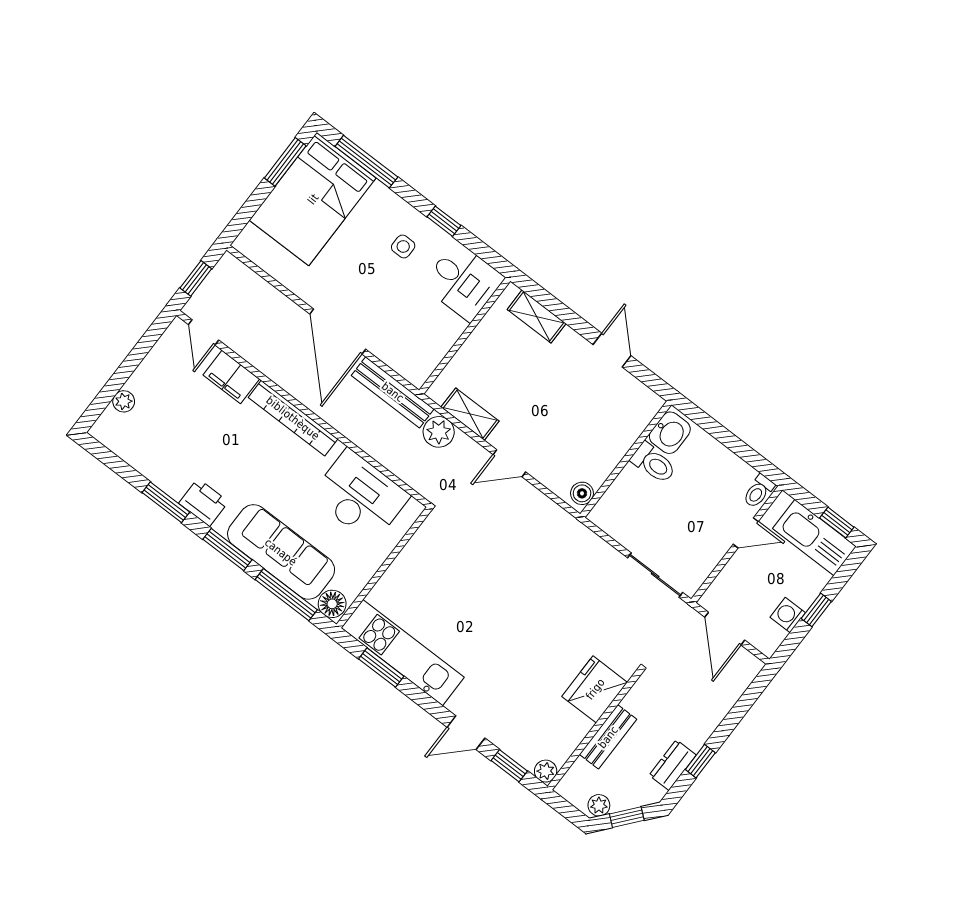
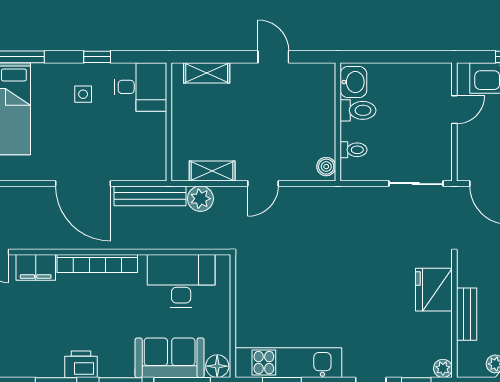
toilet: (758, 491) -> (354, 150), moved, turned -90
sofa: (281, 552) -> (170, 358), width x0.73

